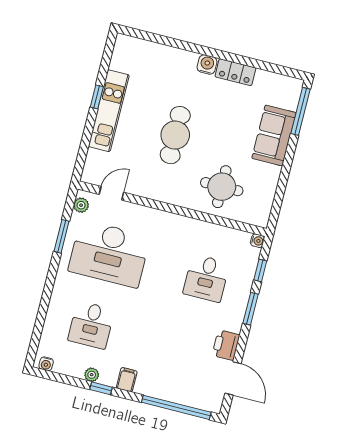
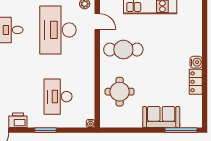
cafe table: (175, 135) -> (123, 50), moved
window: (260, 270) -> (72, 130), removed
desk: (206, 278) -> (58, 97), width x1.37

